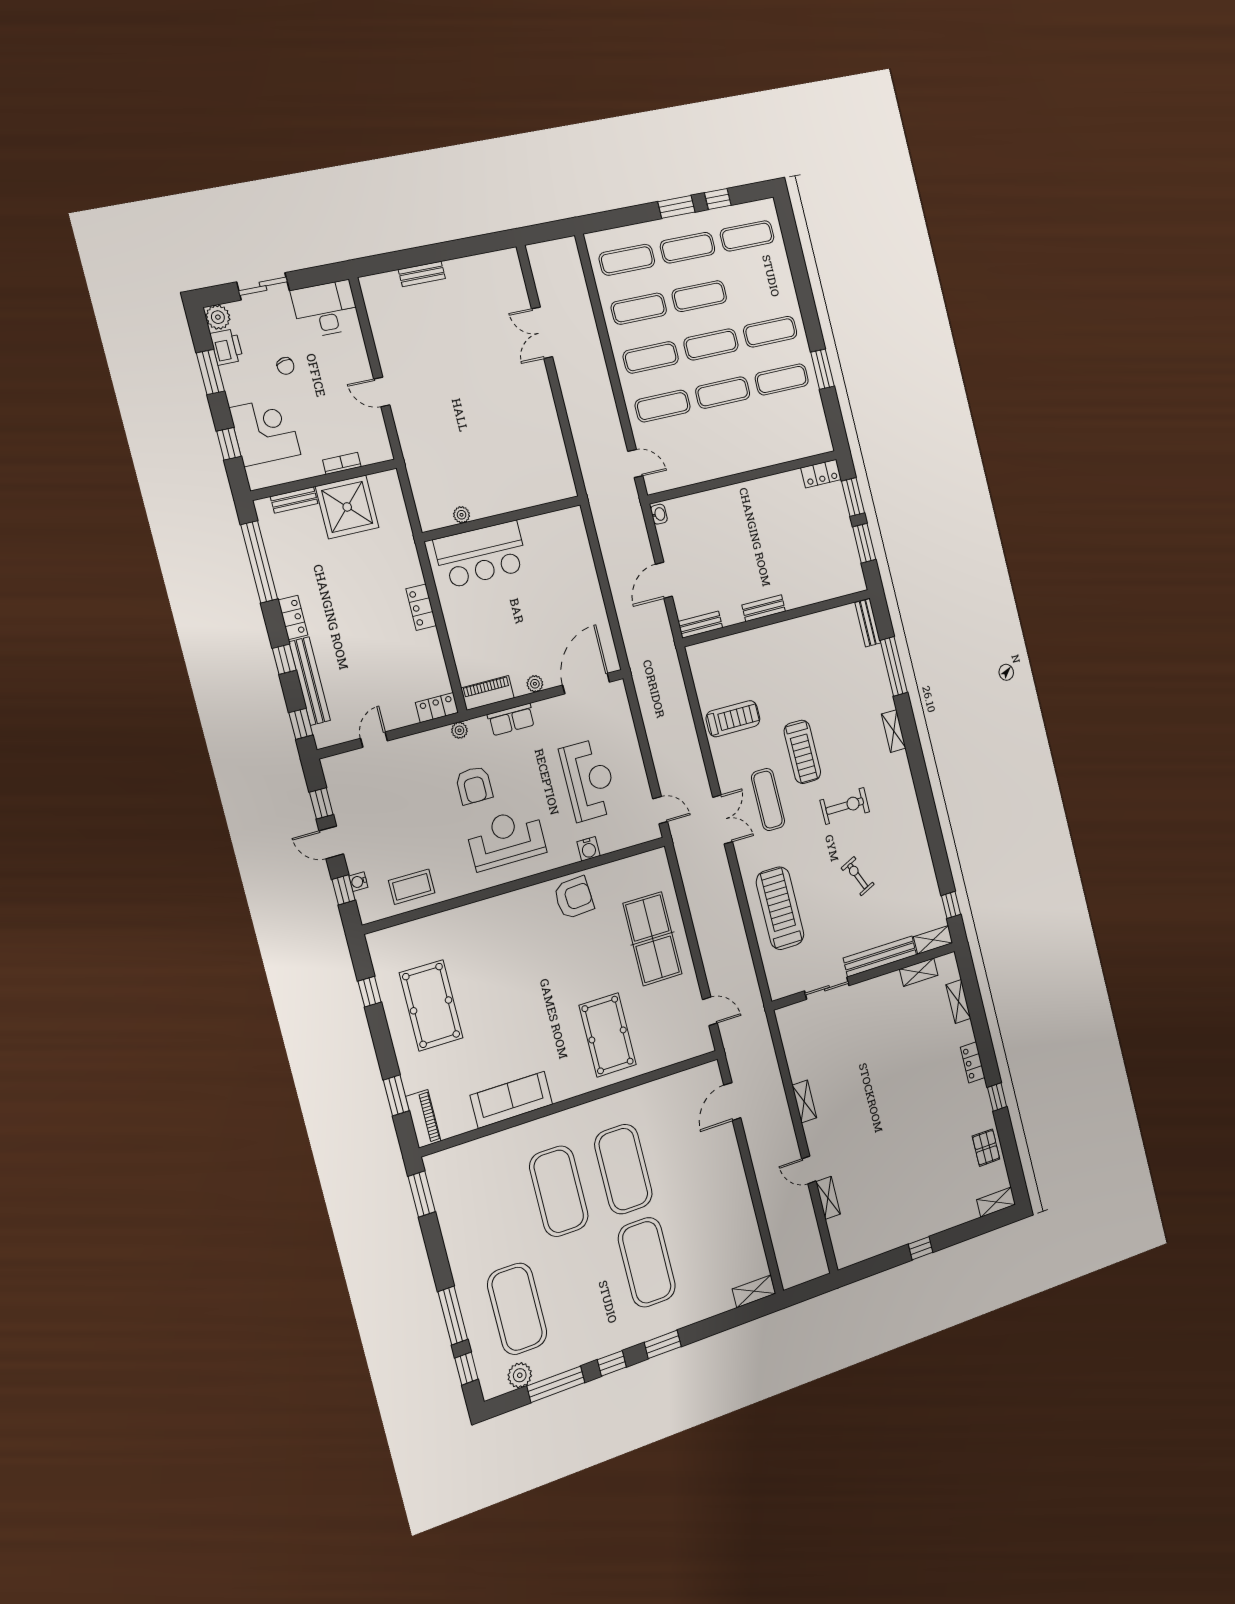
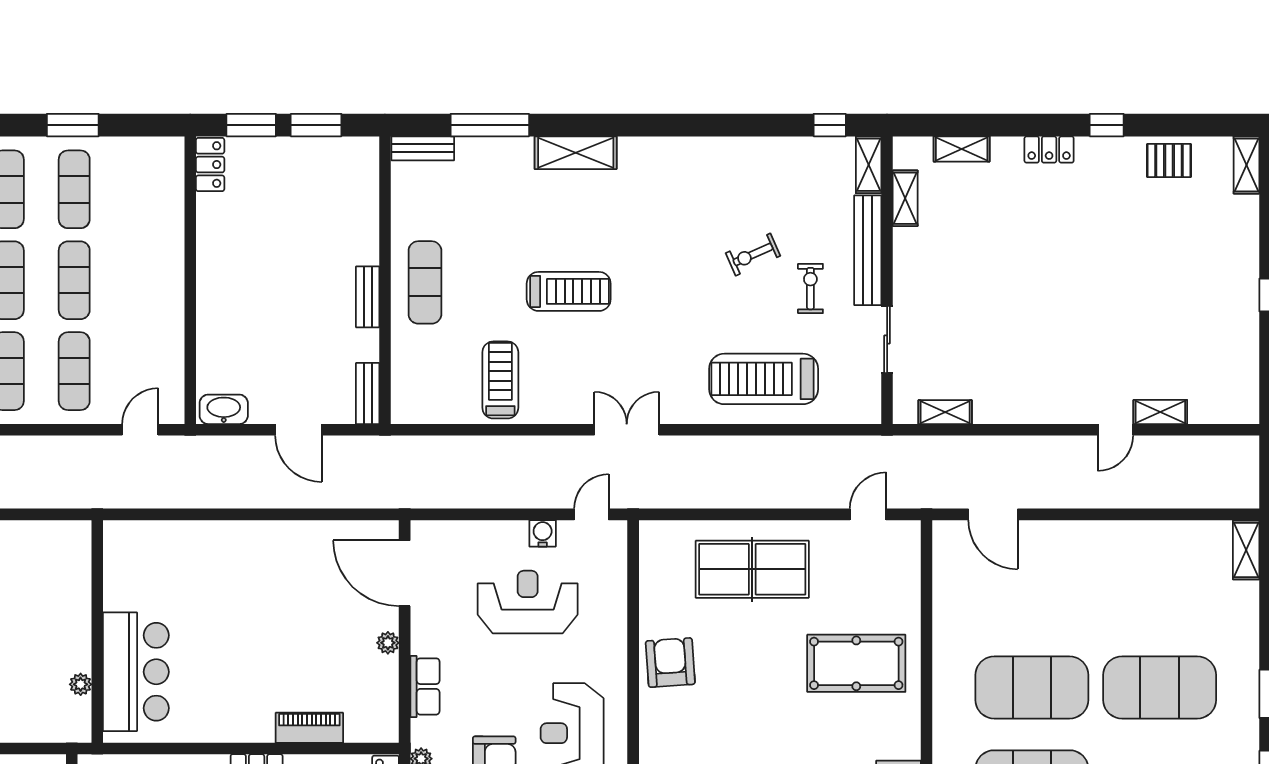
washbasin: (659, 514) -> (224, 409), width x1.91, depth x1.45
plant: (462, 515) -> (81, 684), moved
wall: (502, 519) -> (97, 631), moved
bar counter: (481, 555) -> (136, 672), moved
piano: (488, 693) -> (309, 728), moved, turned 90
shelving: (894, 731) -> (576, 153), width x1.50, depth x1.33
exercise mat: (768, 800) -> (425, 282), moved, turned 90
exercise bike: (845, 806) -> (810, 289), moved, width x0.73, depth x0.72
water cooler: (589, 849) -> (543, 533), moved, turned -90
shelving: (804, 1101) -> (945, 412), moved

